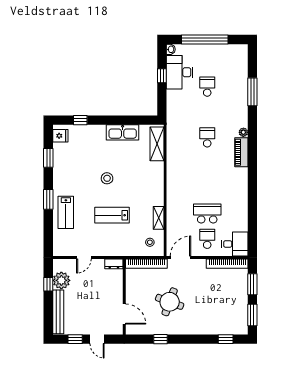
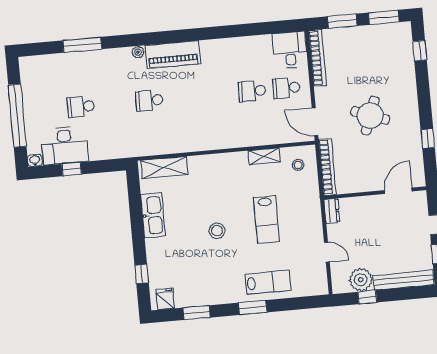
piano: (241, 152) -> (173, 55), width x1.37, depth x1.33
school desk: (207, 213) -> (252, 91), width x0.54
round table: (170, 302) -> (370, 115), moved

